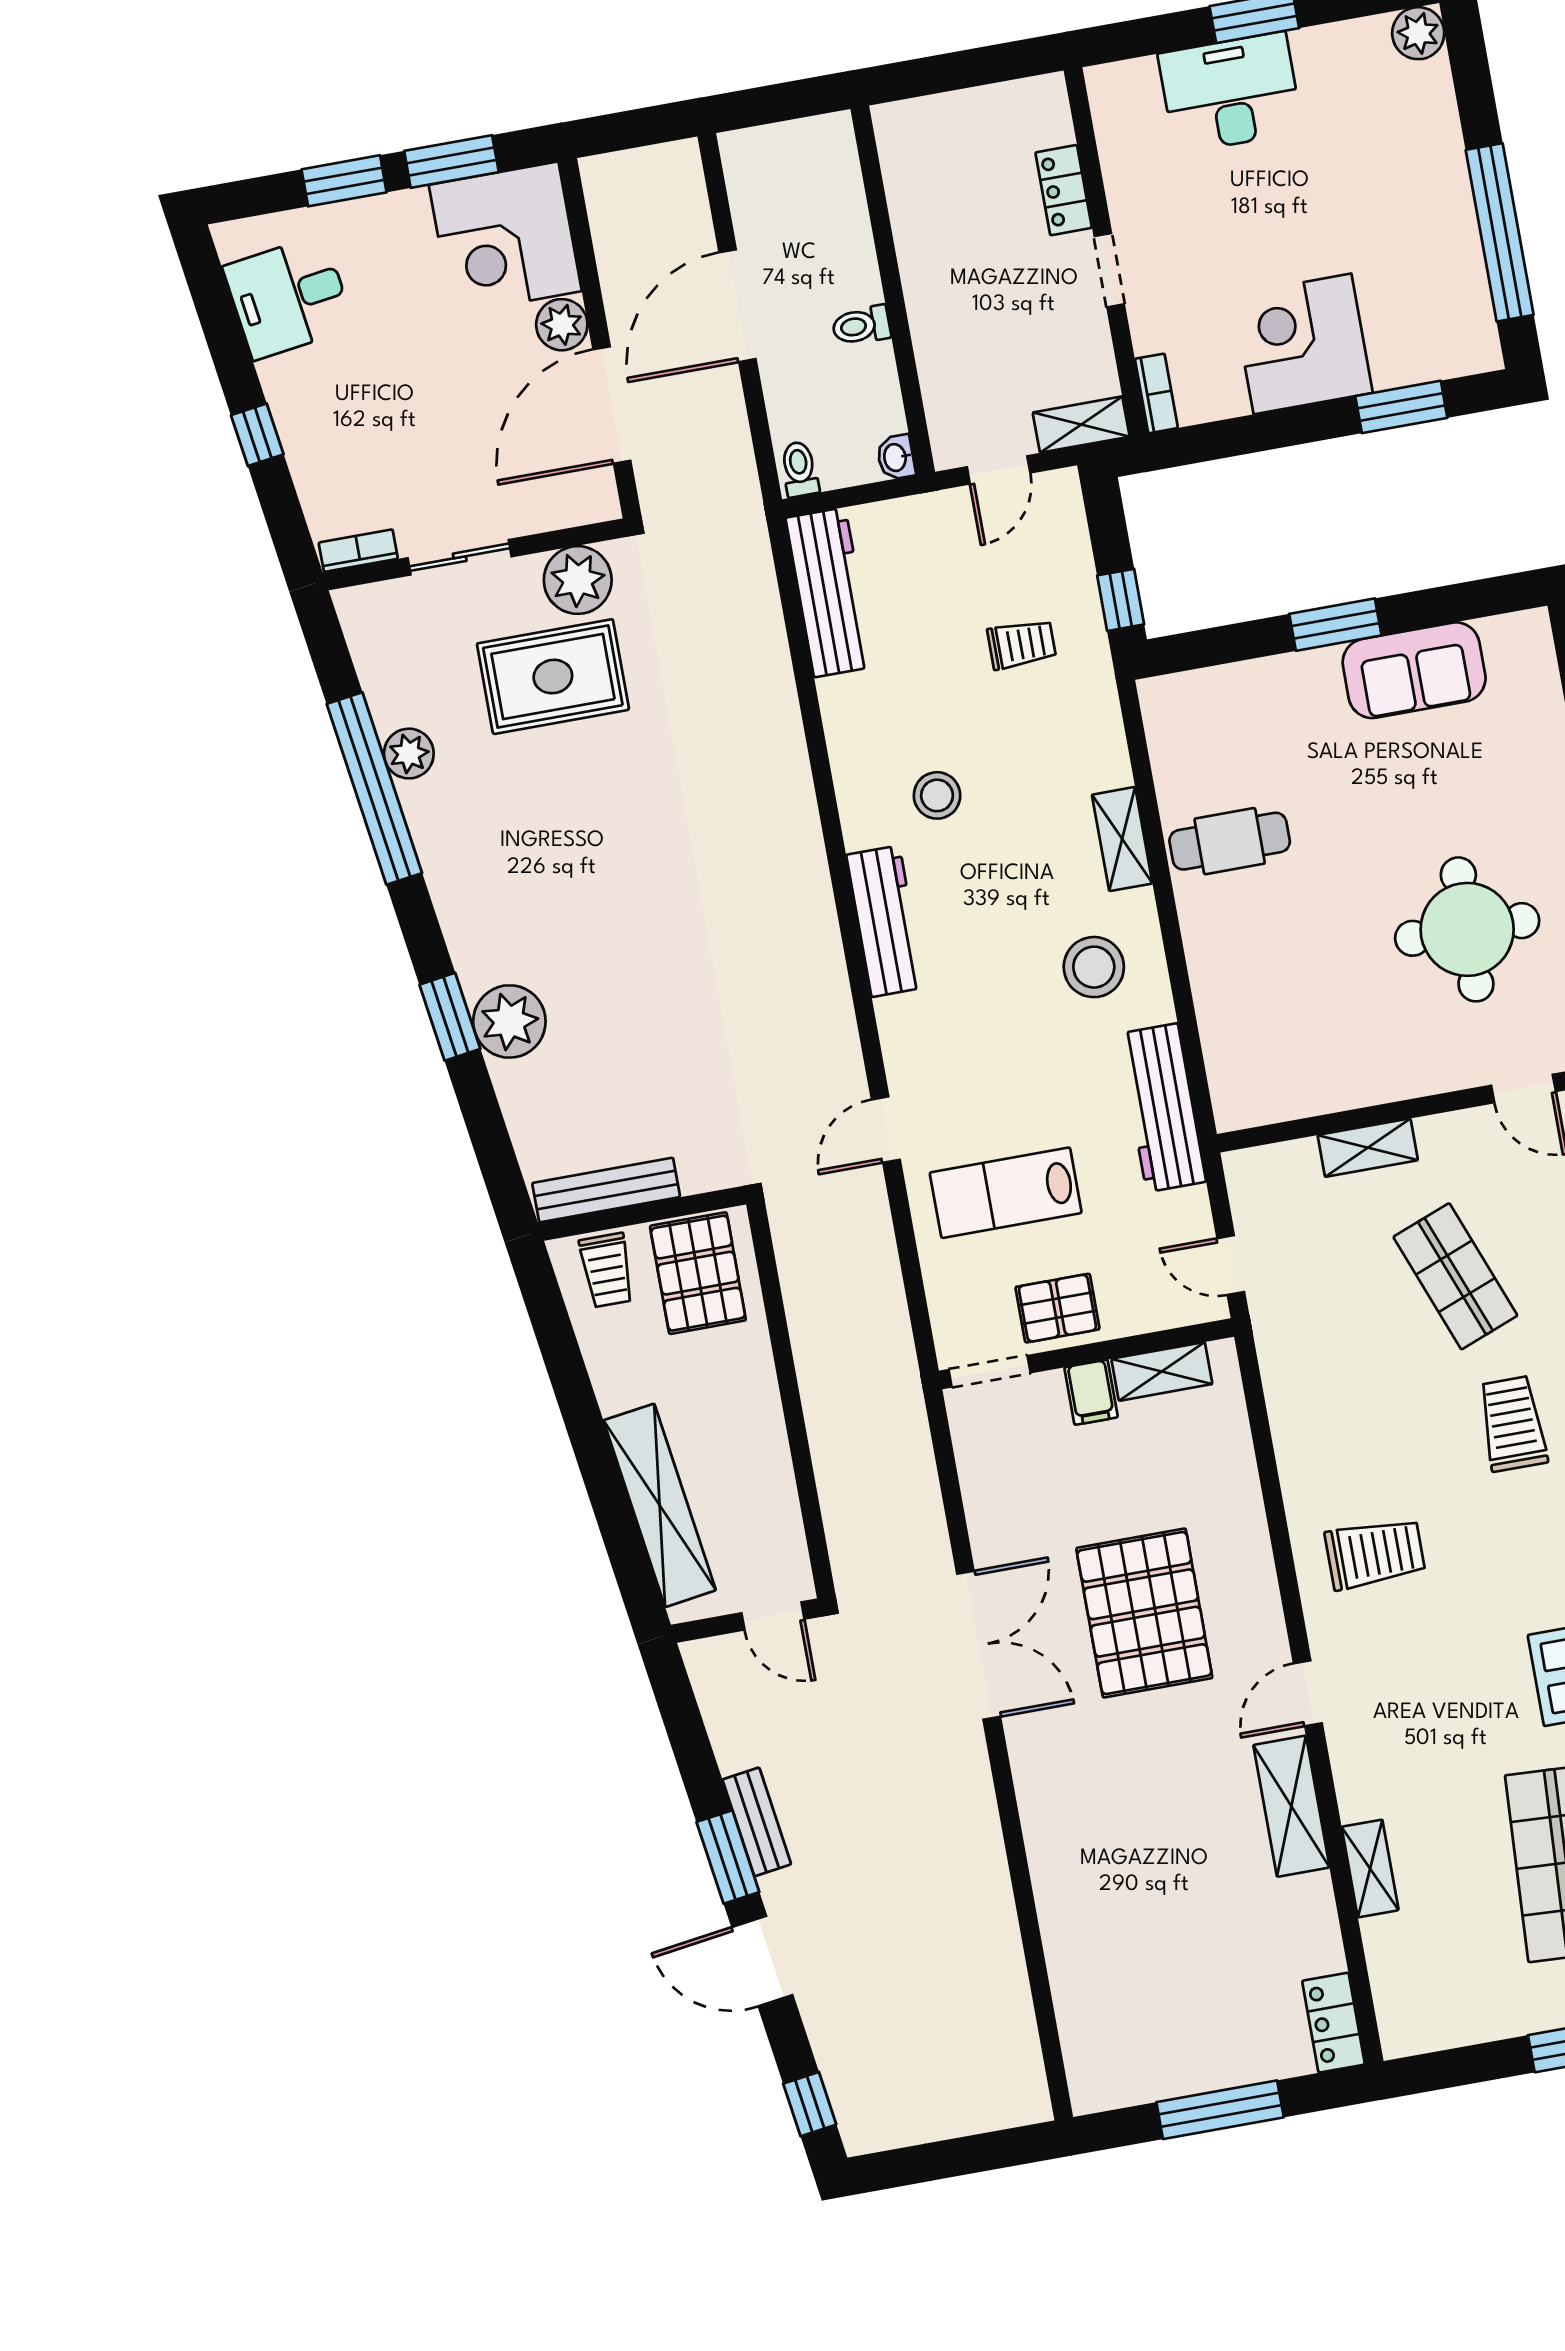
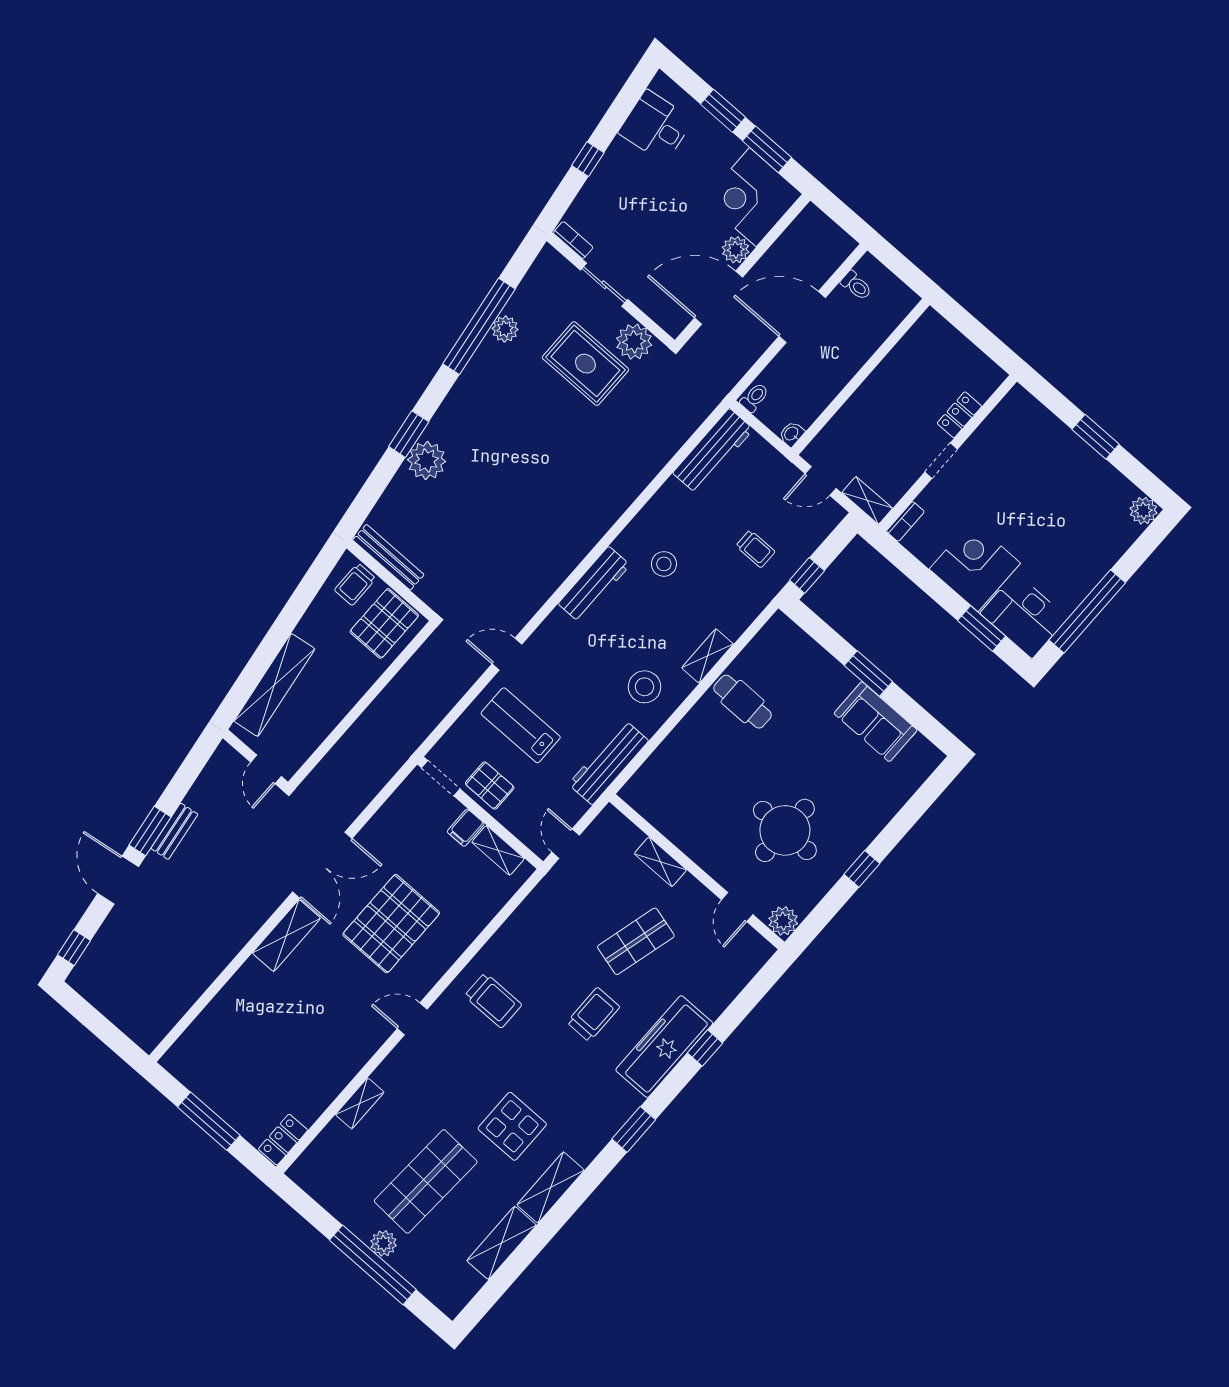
desk: (1230, 93) -> (1024, 616), moved, turned 180
toilet: (861, 326) -> (856, 286), moved, turned 180
shop shelf: (1455, 1276) -> (636, 941), turned 36
shelving: (1291, 1806) -> (286, 936), moved

